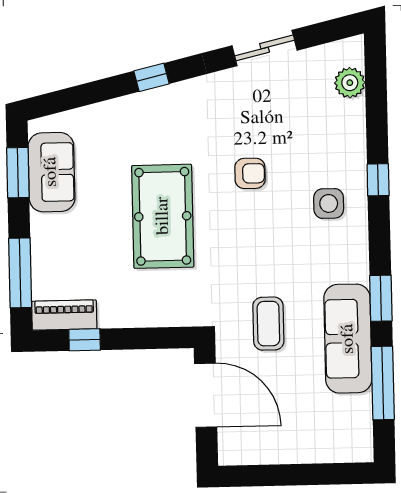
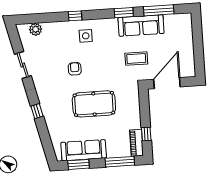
sofa: (51, 172) -> (84, 150), width x1.36

